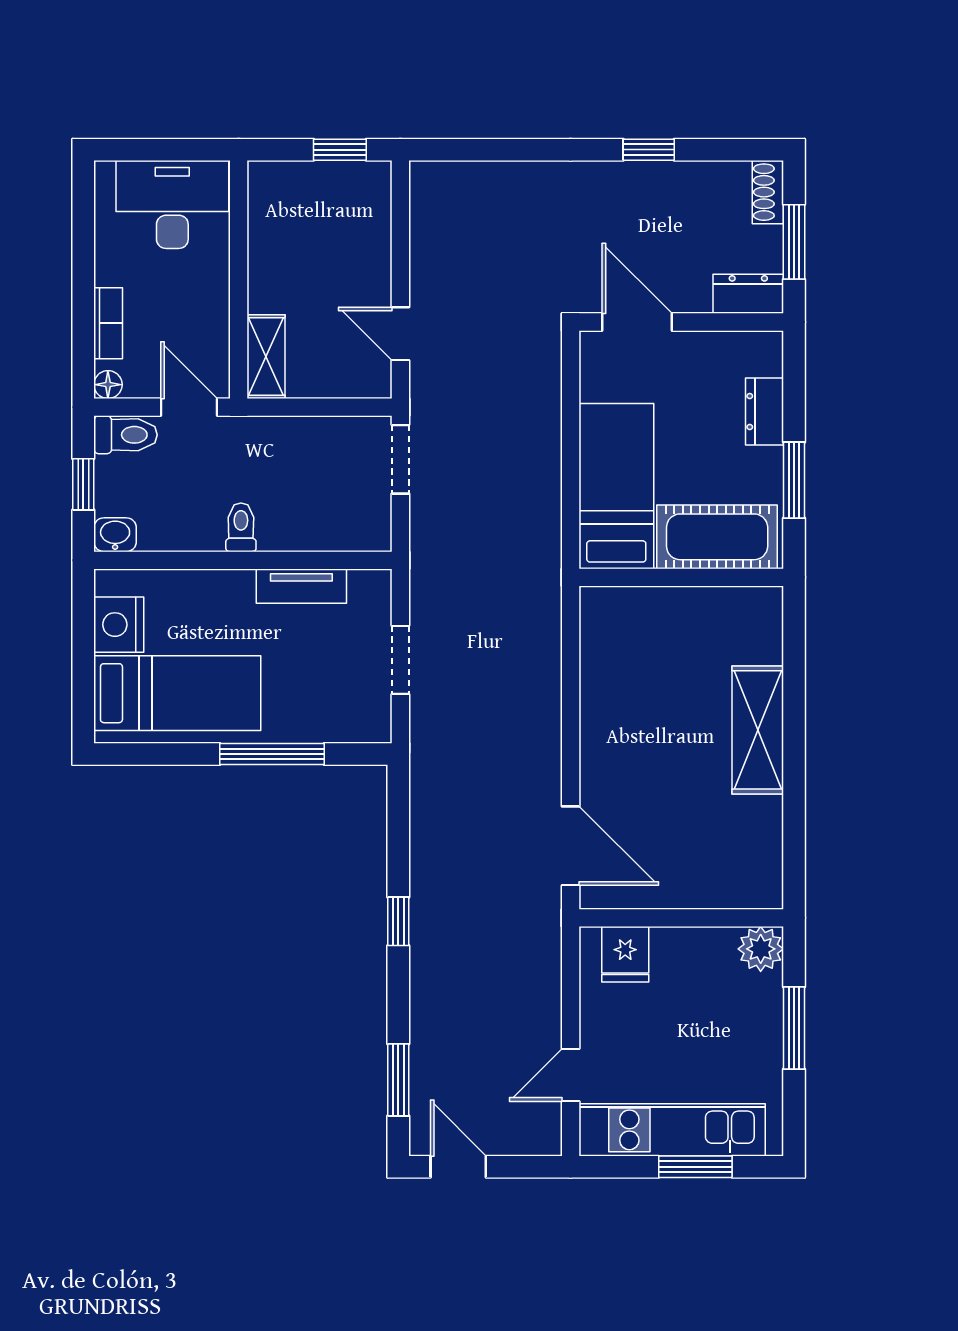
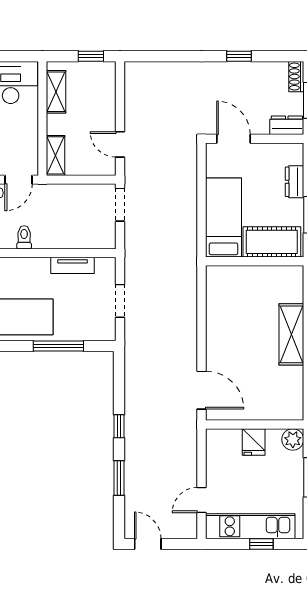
shelving: (267, 224) -> (56, 92), added
door: (189, 407) -> (19, 180), swing flipped
toilet: (241, 527) -> (24, 237), moved
fridge: (625, 954) -> (254, 442), moved
window: (398, 1080) -> (119, 478), moved
window: (695, 1167) -> (261, 544), width x0.67

